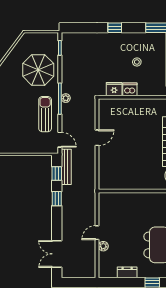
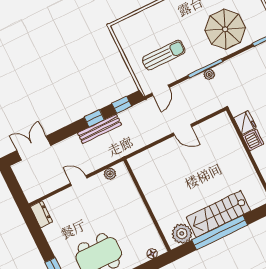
sun lounger: (45, 114) -> (164, 55), moved
bench: (66, 167) -> (99, 129), moved
plant: (103, 246) -> (110, 174), moved
dresser: (127, 272) -> (41, 214), moved

